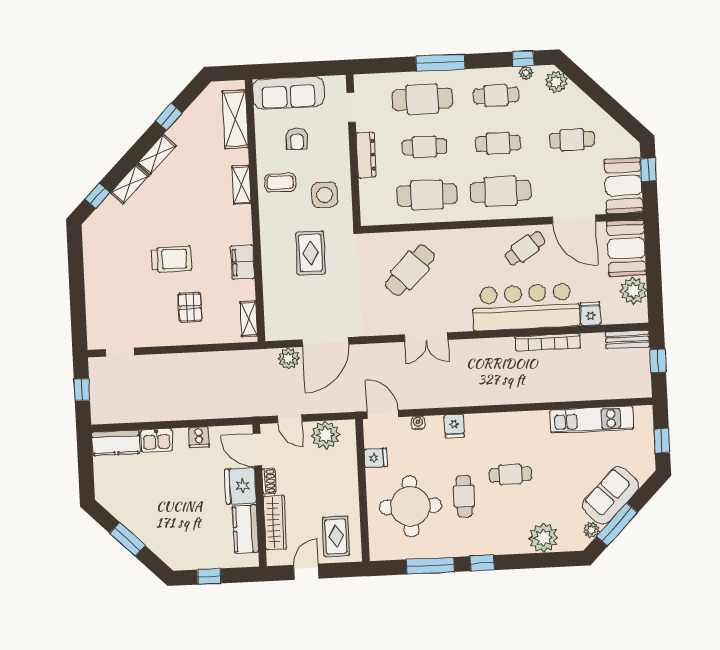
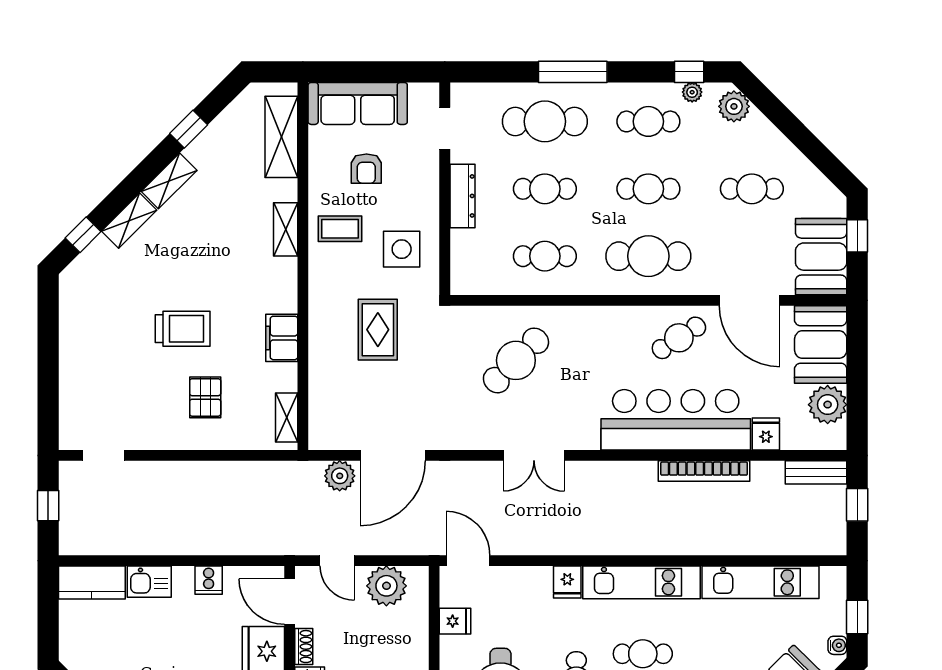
cafe table: (427, 195) -> (545, 256), width x0.73, depth x0.74
water cooler: (418, 423) -> (837, 645), moved, turned 90
kitchen unit: (507, 424) -> (641, 582), added

